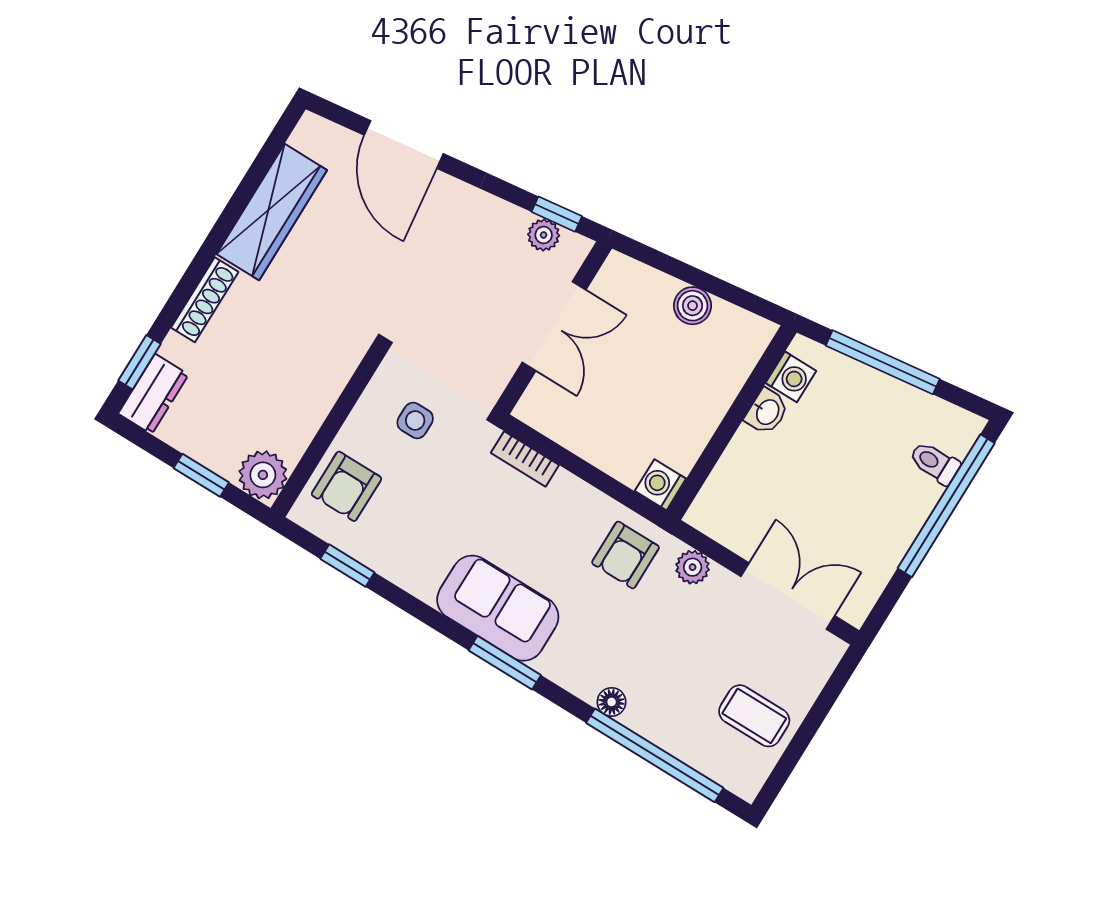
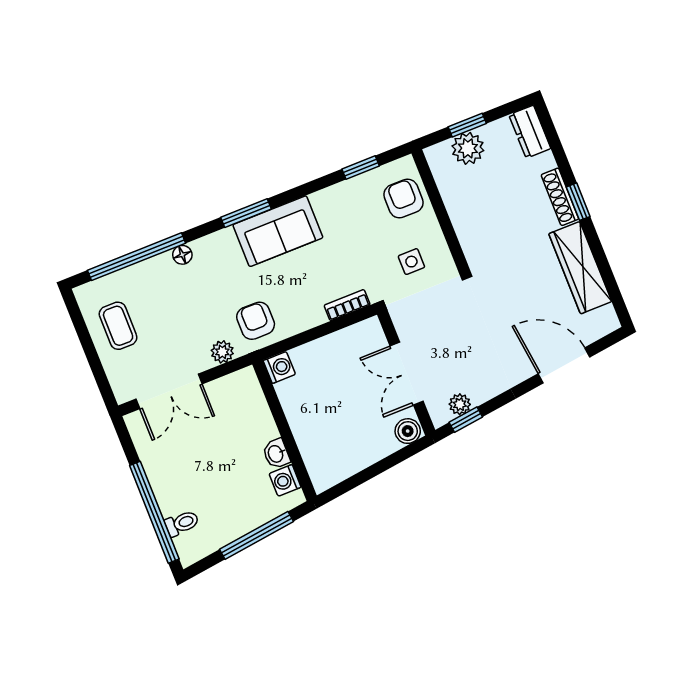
boiler: (693, 306) -> (408, 431), moved
window: (139, 362) -> (578, 202), moved
plant: (263, 475) -> (468, 148), moved
coffee table: (754, 716) -> (118, 326), turned 90

